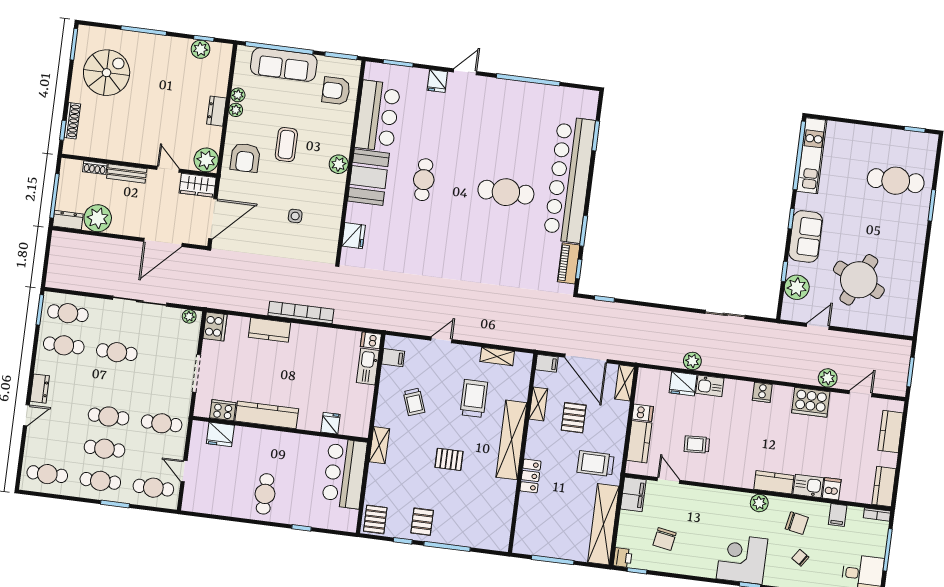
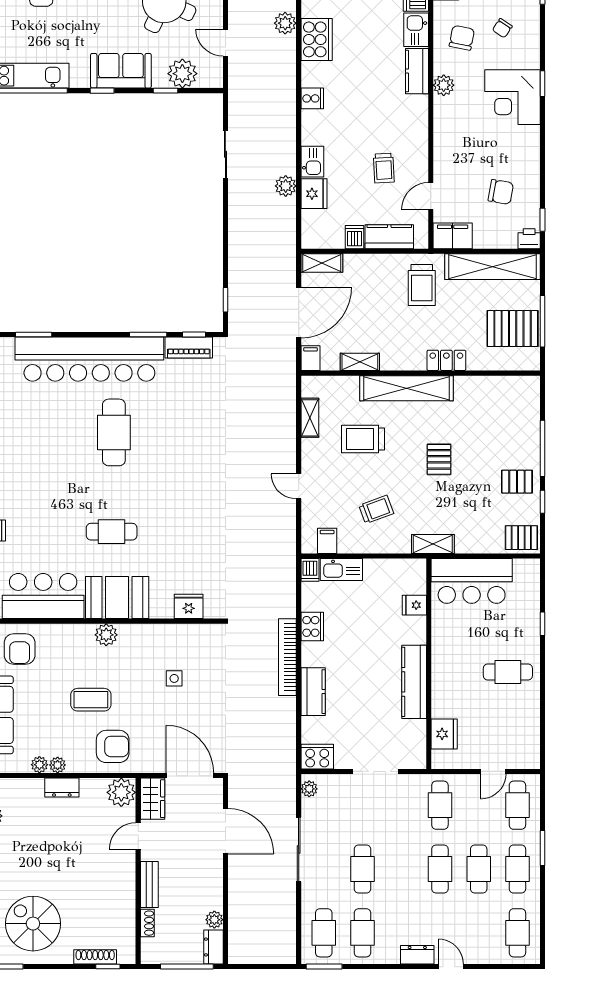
plant: (98, 218) -> (214, 920), width x0.53, depth x0.53
cooker: (223, 410) -> (312, 626), moved, turned 180
pallet: (574, 418) -> (513, 329), moved, width x1.50, depth x1.42

